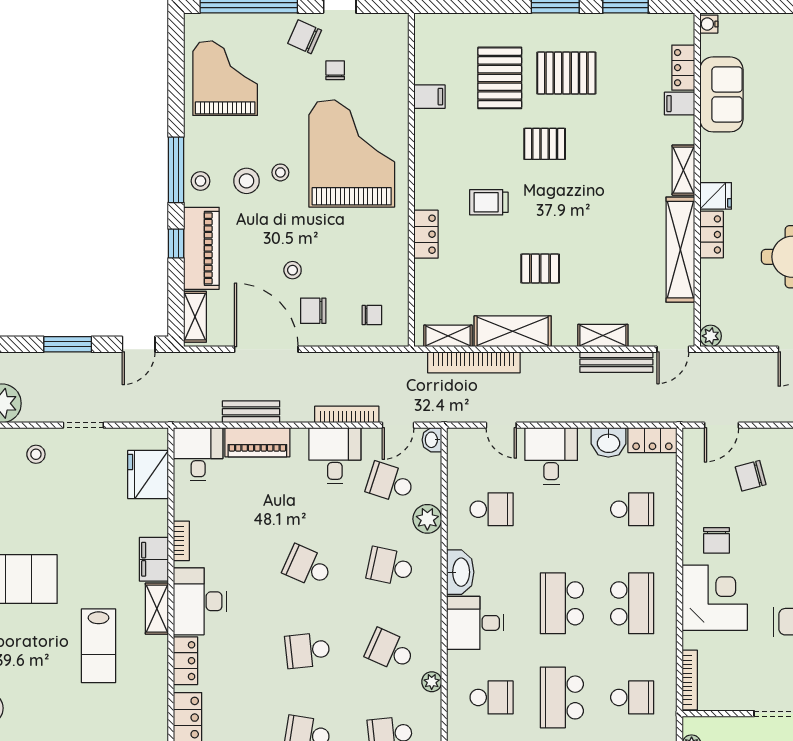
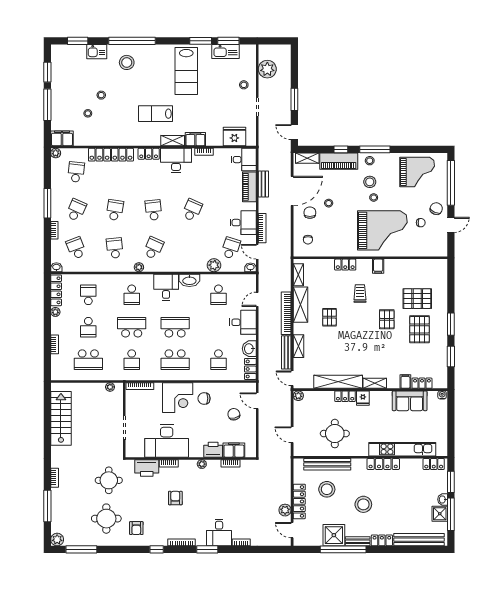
filing cabinet: (429, 97) -> (378, 266), moved
bookcase: (474, 362) -> (286, 313), moved
school desk: (390, 567) -> (192, 248), removed

